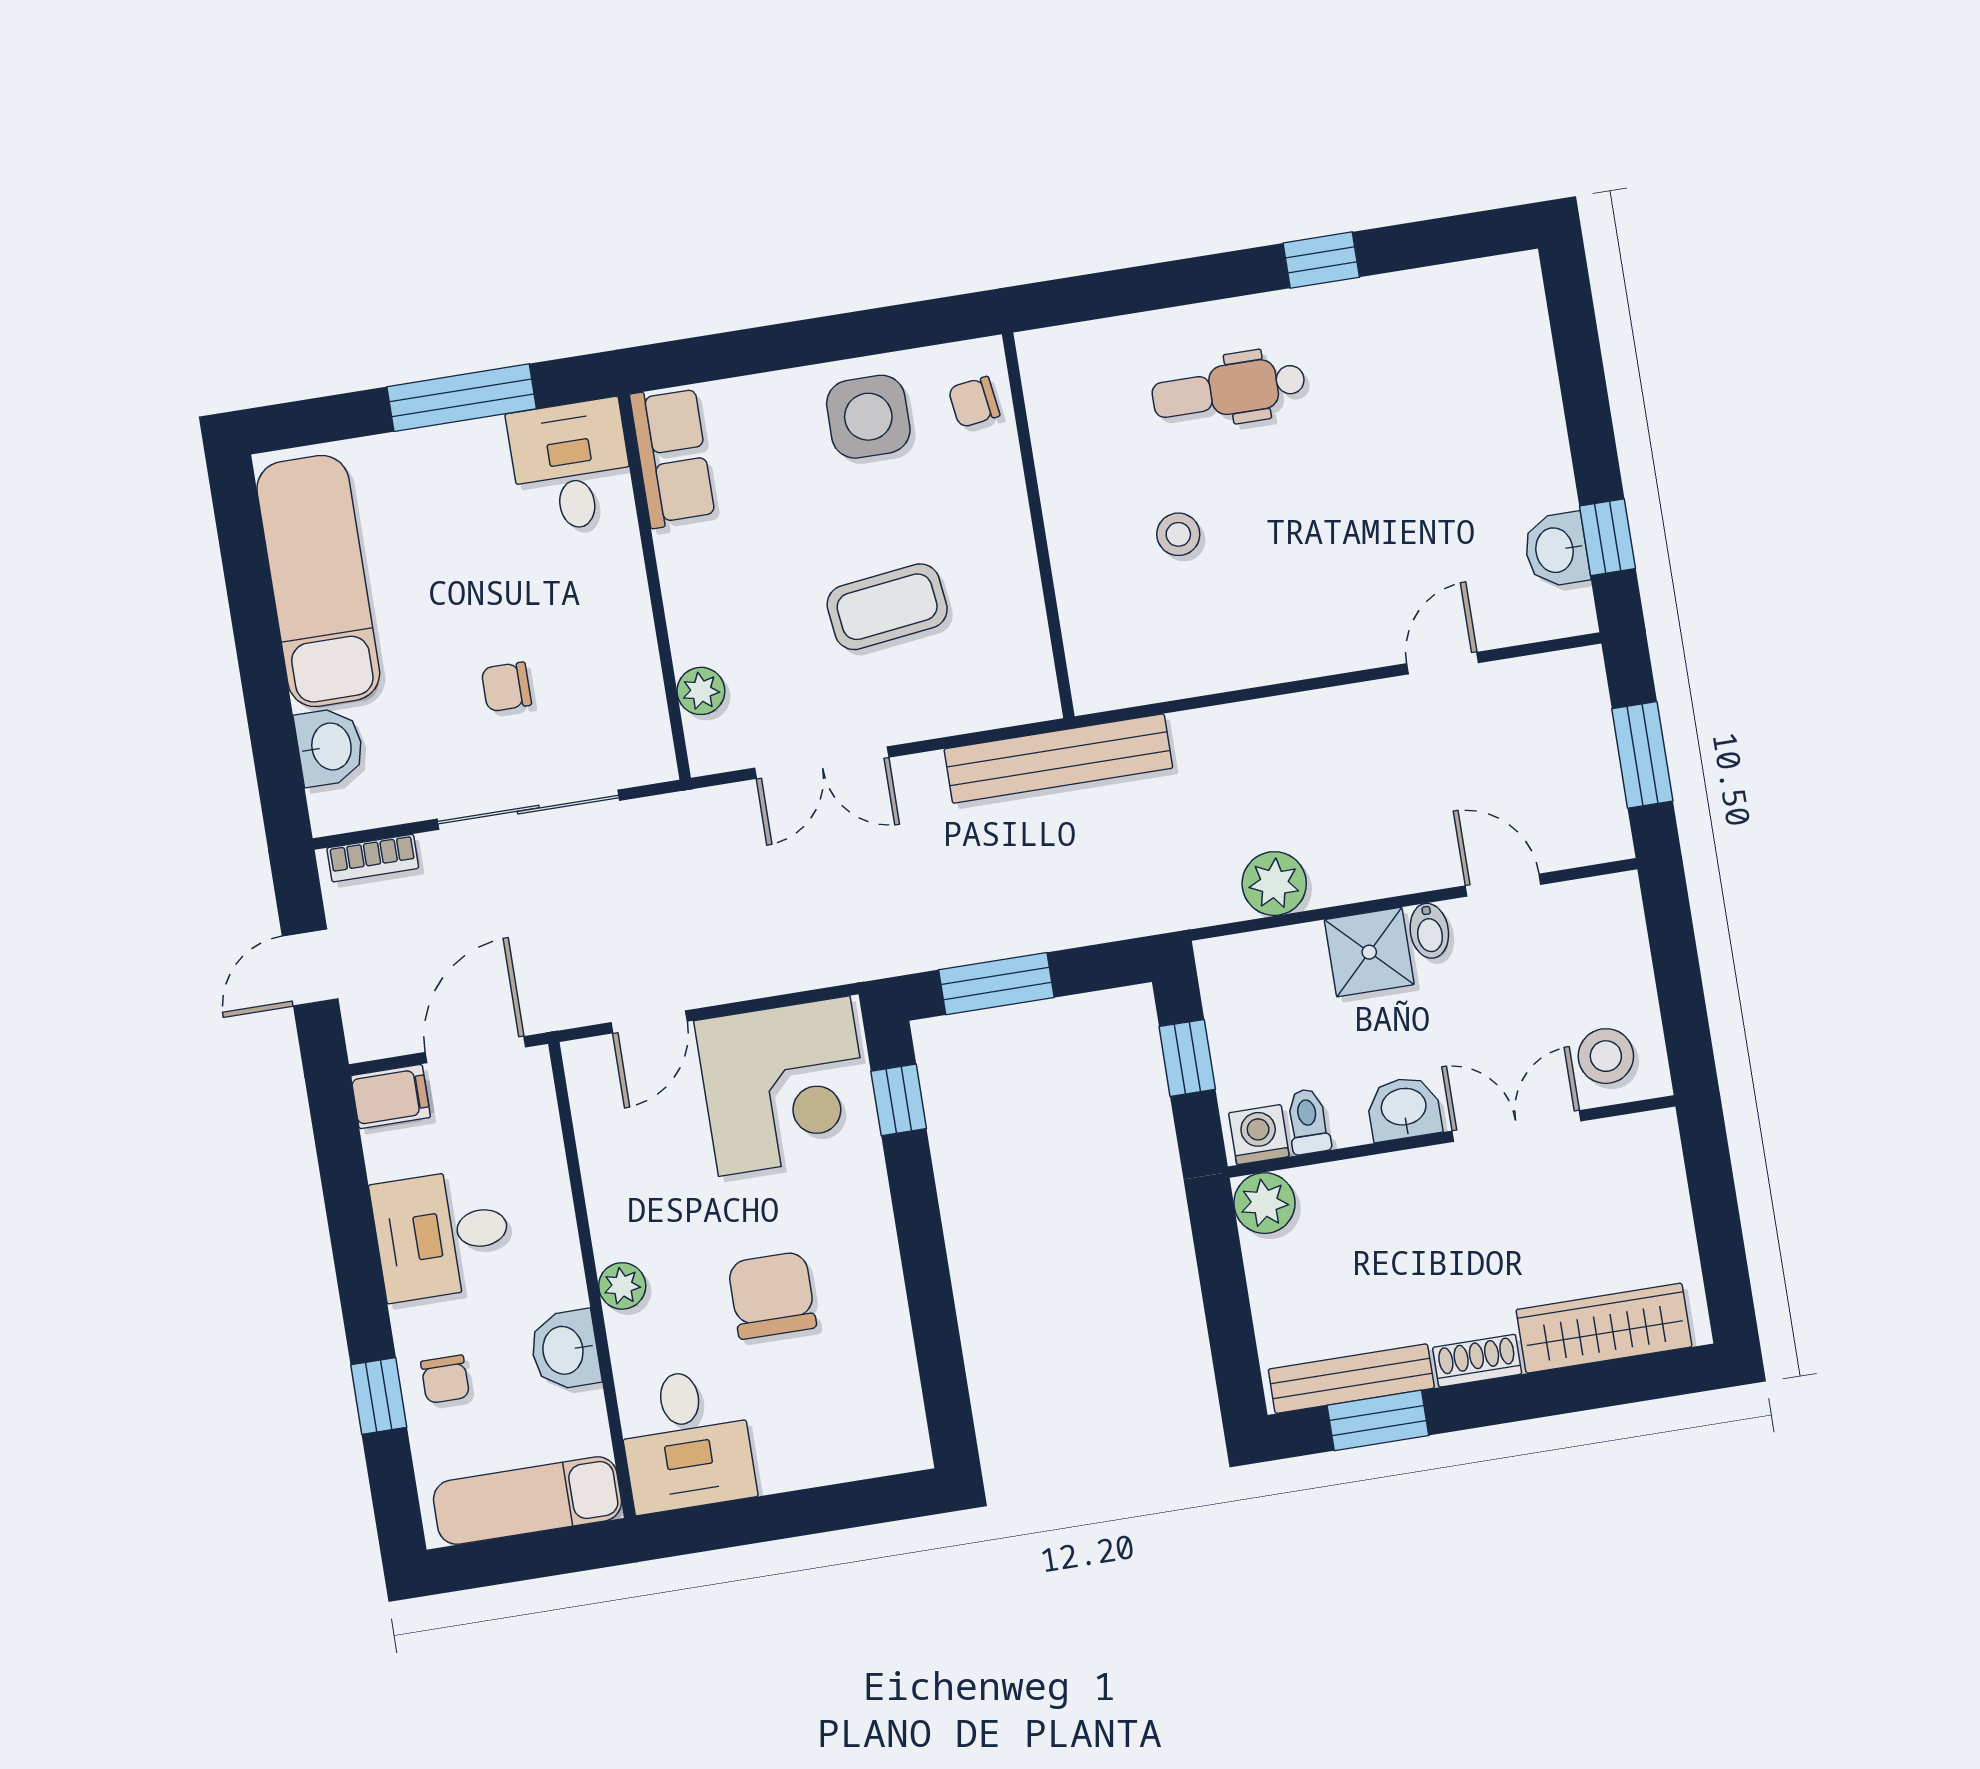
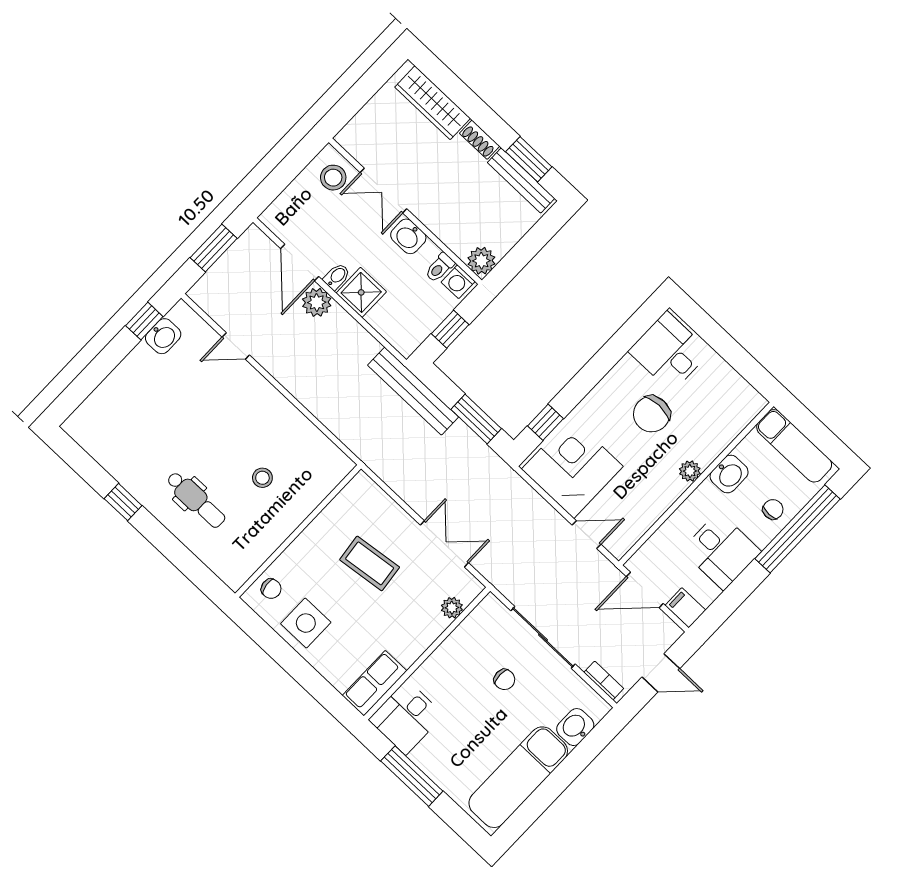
bench: (1058, 759) -> (413, 391), moved
plant: (1274, 884) -> (317, 302), moved
door: (1503, 885) -> (300, 262), width x1.38
window: (379, 1396) -> (797, 529), width x3.17
desk: (686, 1440) -> (669, 352), moved, turned -90

